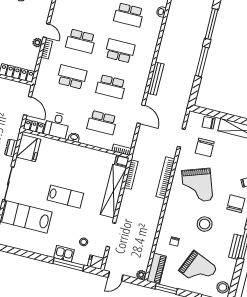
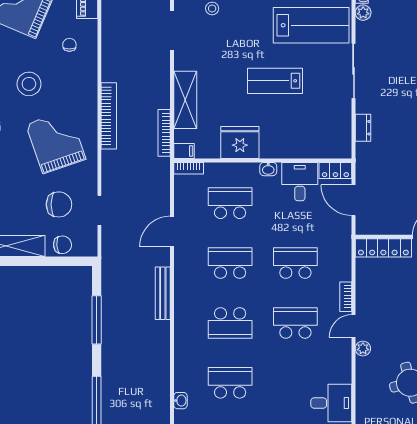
door: (46, 31) -> (354, 326), hinge flipped
plant: (37, 43) -> (363, 348), moved
window: (202, 62) -> (97, 320), moved
school desk: (72, 77) -> (295, 263), turned 180
door: (141, 114) -> (172, 232), hinge flipped
chair: (205, 147) -> (59, 204), turned 90
fridge: (28, 148) -> (240, 143), moved, turned 90
bookcase: (165, 178) -> (109, 116), moved
shelving: (113, 191) -> (185, 100), width x0.68
lab bench: (65, 197) -> (275, 81), moved

